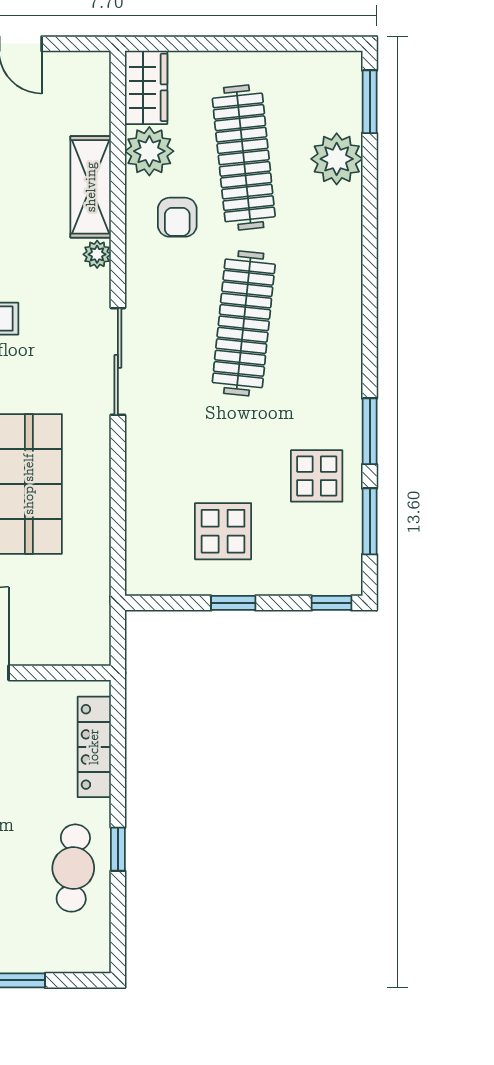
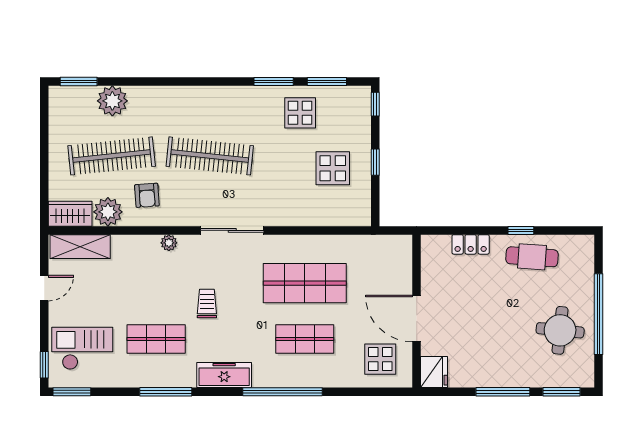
shelving: (91, 187) -> (80, 247), moved
armchair: (177, 217) -> (147, 195), turned 86
locker: (94, 747) -> (471, 244), width x0.66

